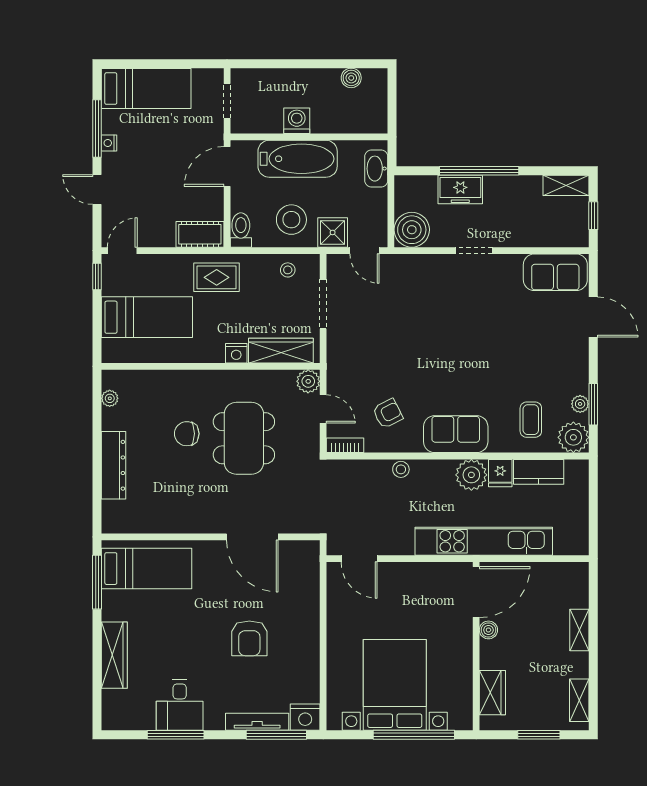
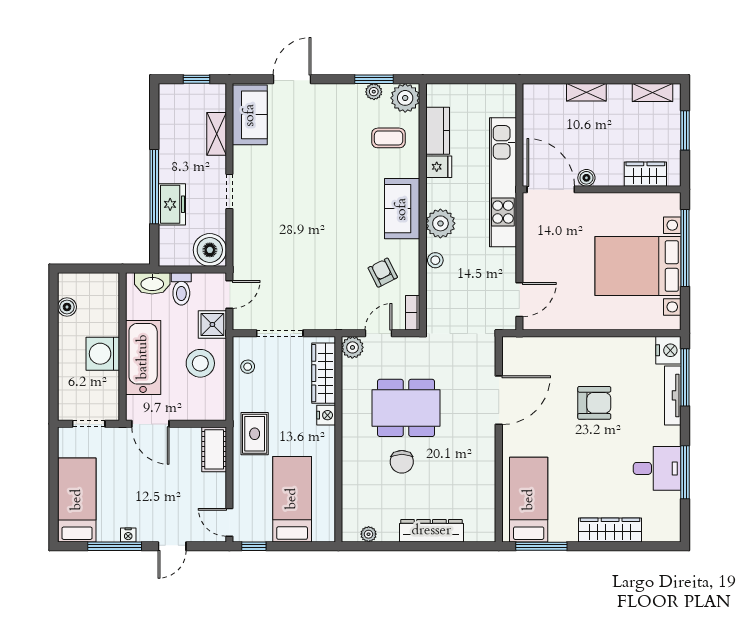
washing machine: (297, 121) -> (103, 354), width x1.37, depth x1.37
shelving: (566, 185) -> (217, 134), moved
toilet: (241, 230) -> (181, 289), moved, turned -90
plant: (471, 475) -> (440, 223), moved

